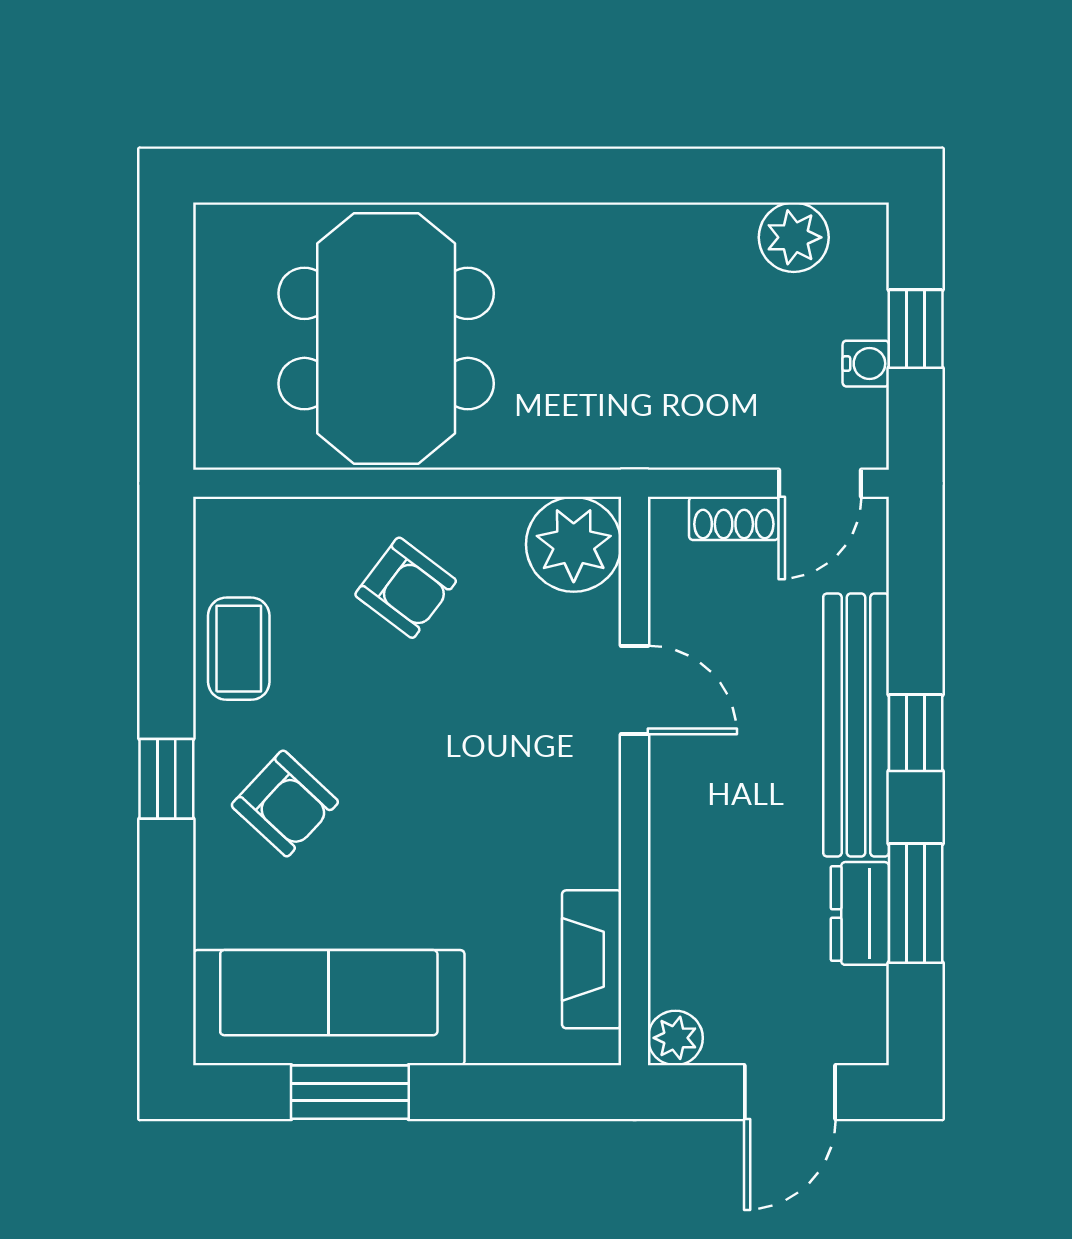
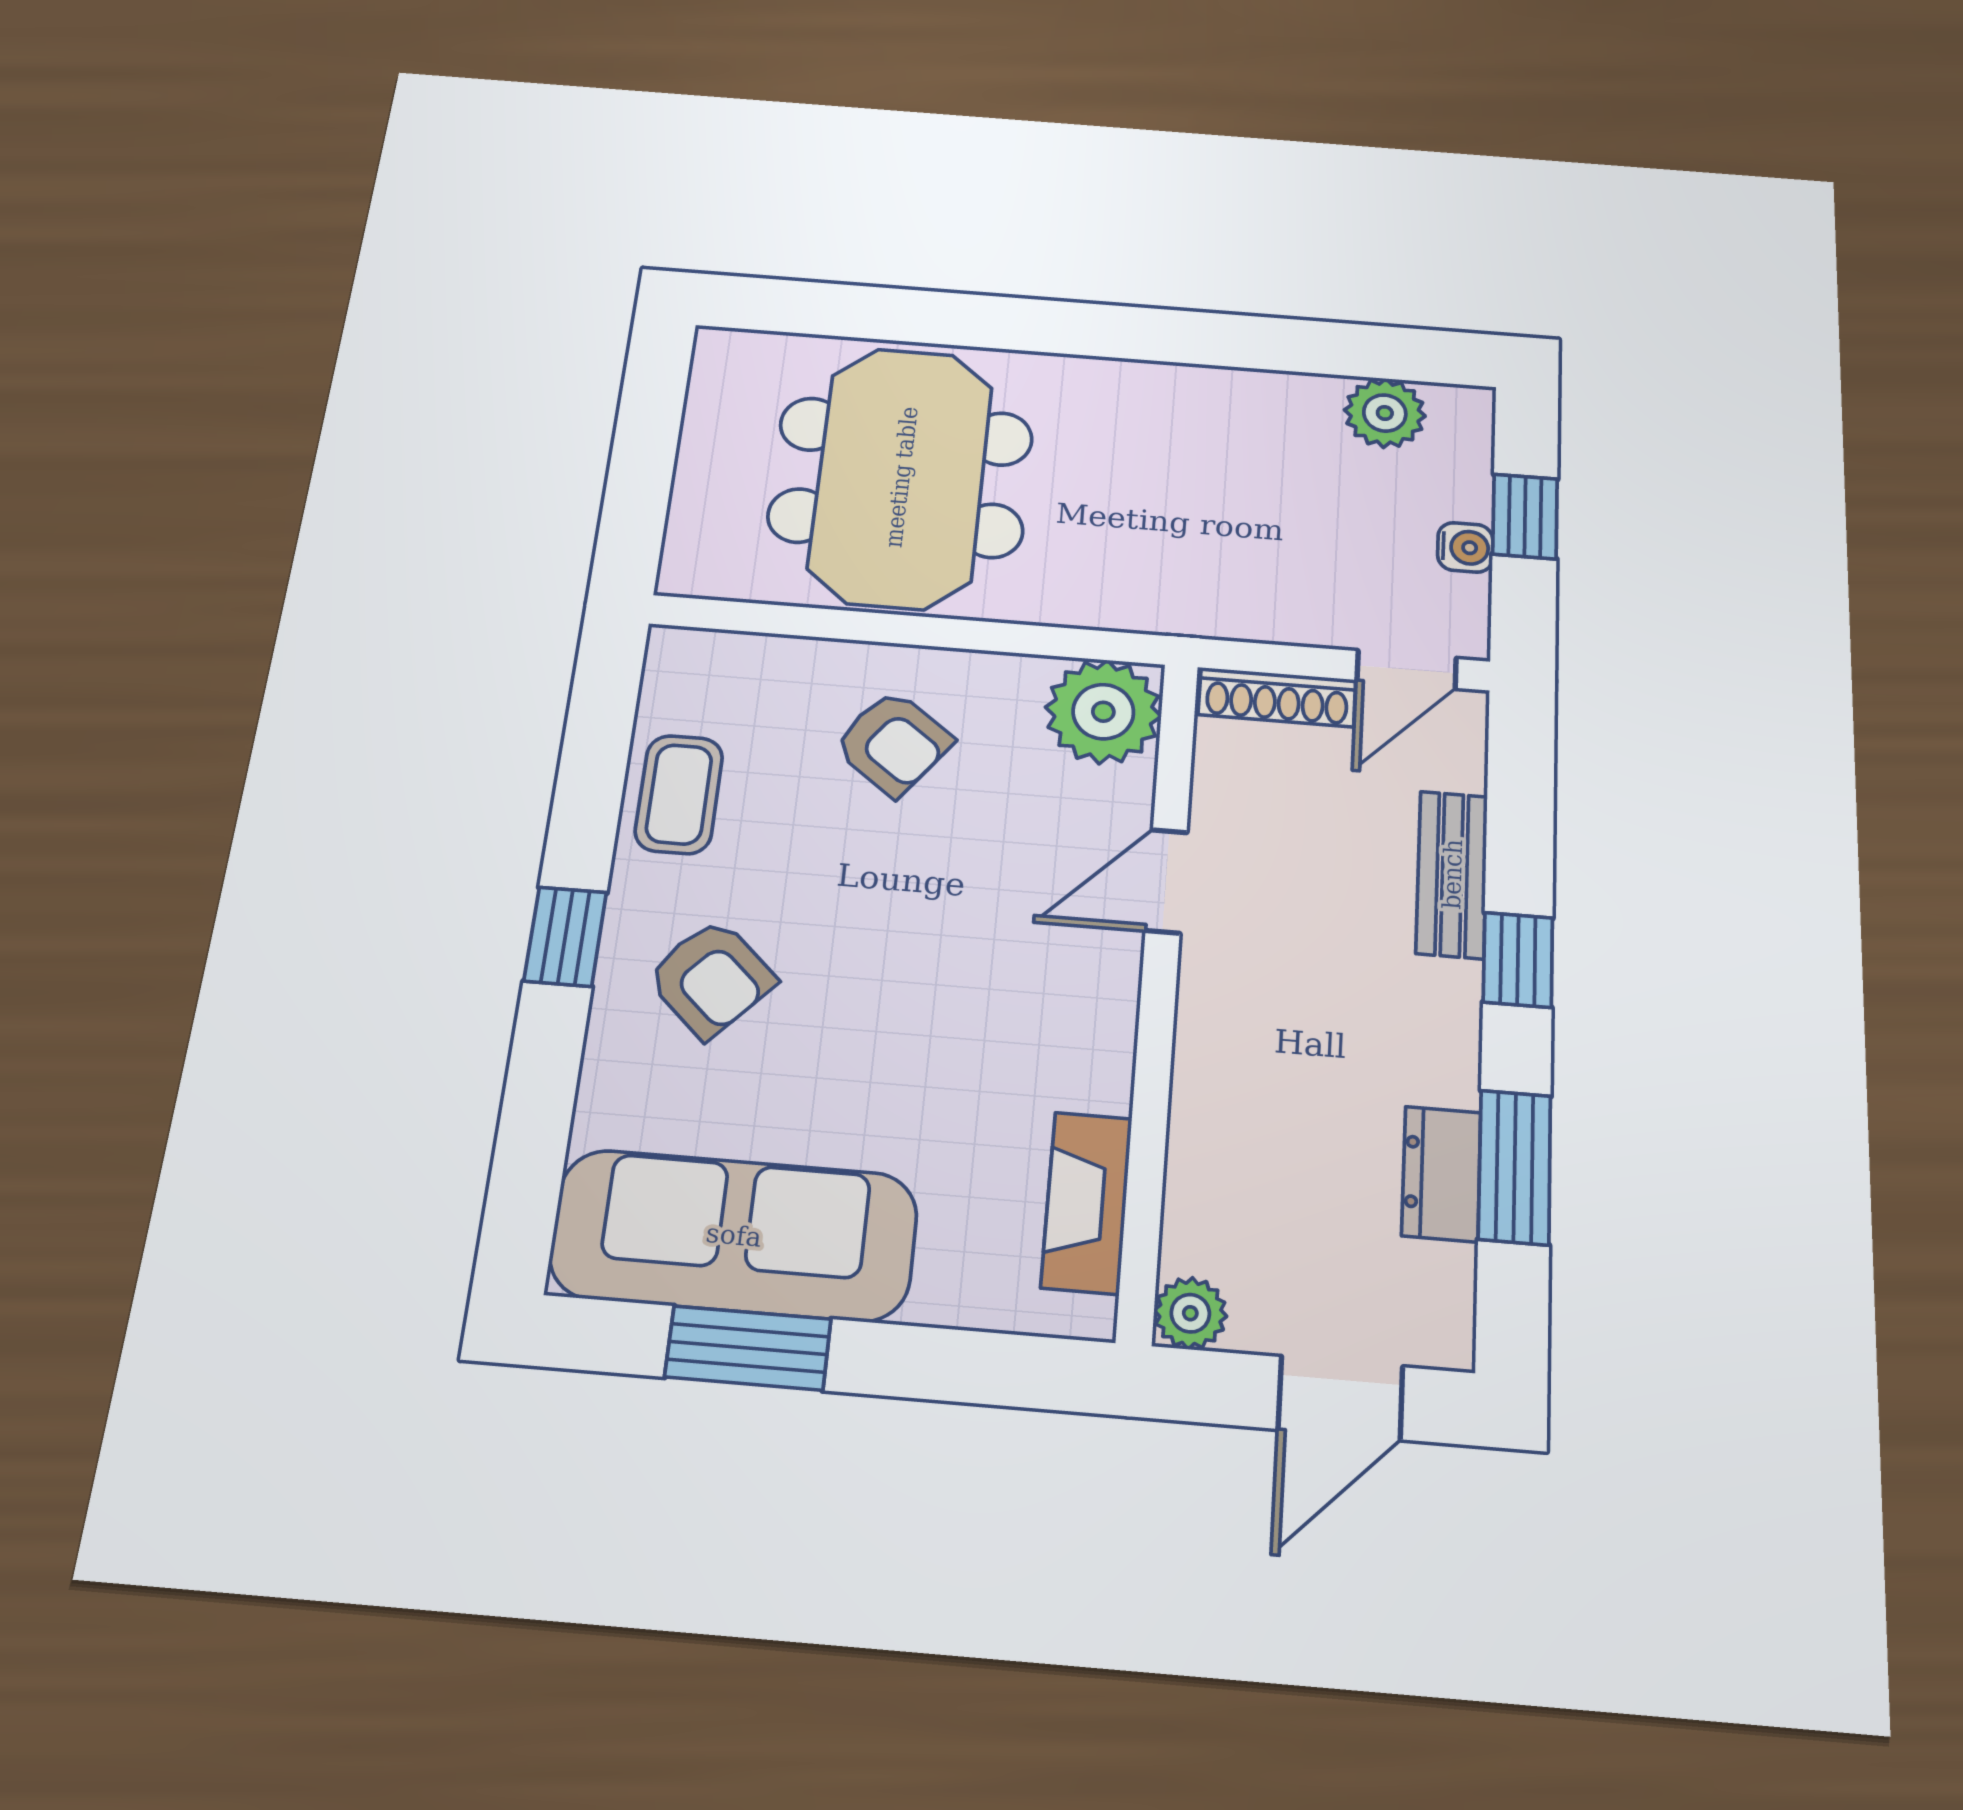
shoe rack: (734, 518) -> (1277, 697), width x1.43
door: (635, 690) -> (1166, 881), swing flipped
bench: (856, 725) -> (1452, 874), width x0.54, depth x0.82

